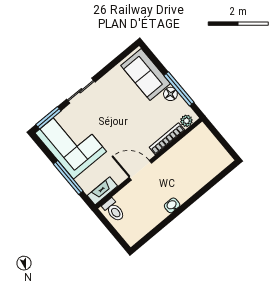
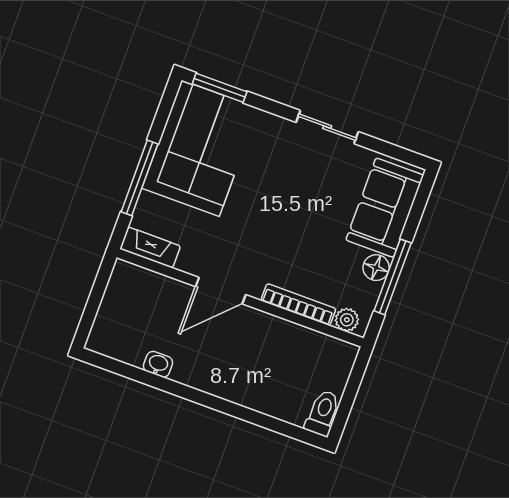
sliding door: (81, 91) -> (327, 127), moved
door: (140, 170) -> (221, 291), swing flipped
washbasin: (172, 205) -> (158, 364), moved
toilet: (114, 210) -> (323, 413), moved, turned 180

